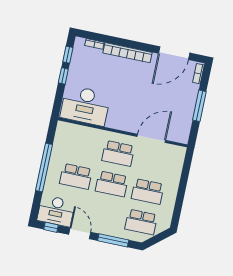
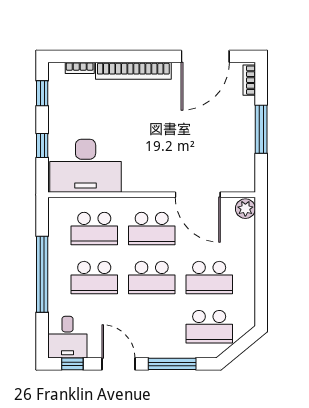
window: (63, 76) -> (42, 146), moved
door: (151, 138) -> (198, 195), swing flipped
school desk: (82, 146) -> (94, 229), added
plant: (179, 153) -> (245, 209), added
desk: (56, 211) -> (67, 337), width x0.73

